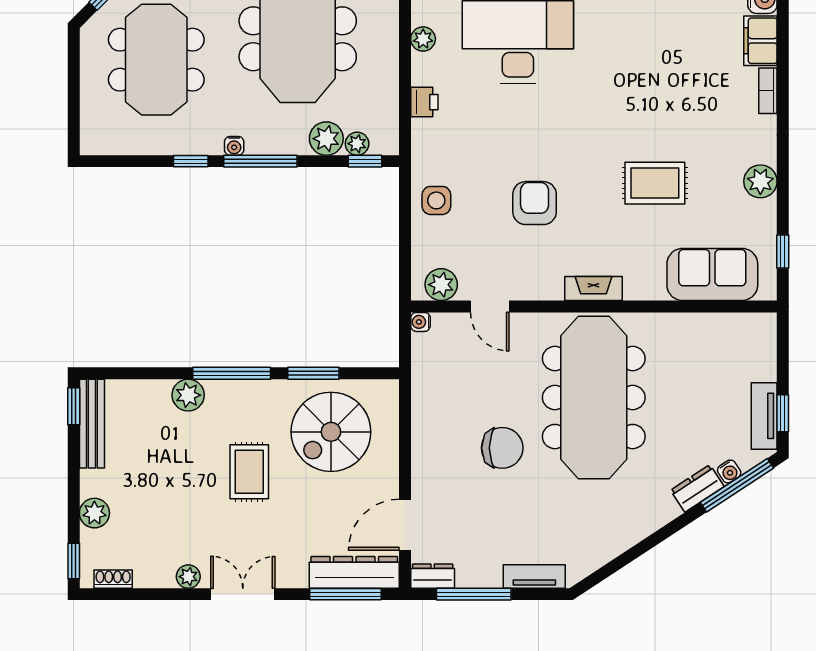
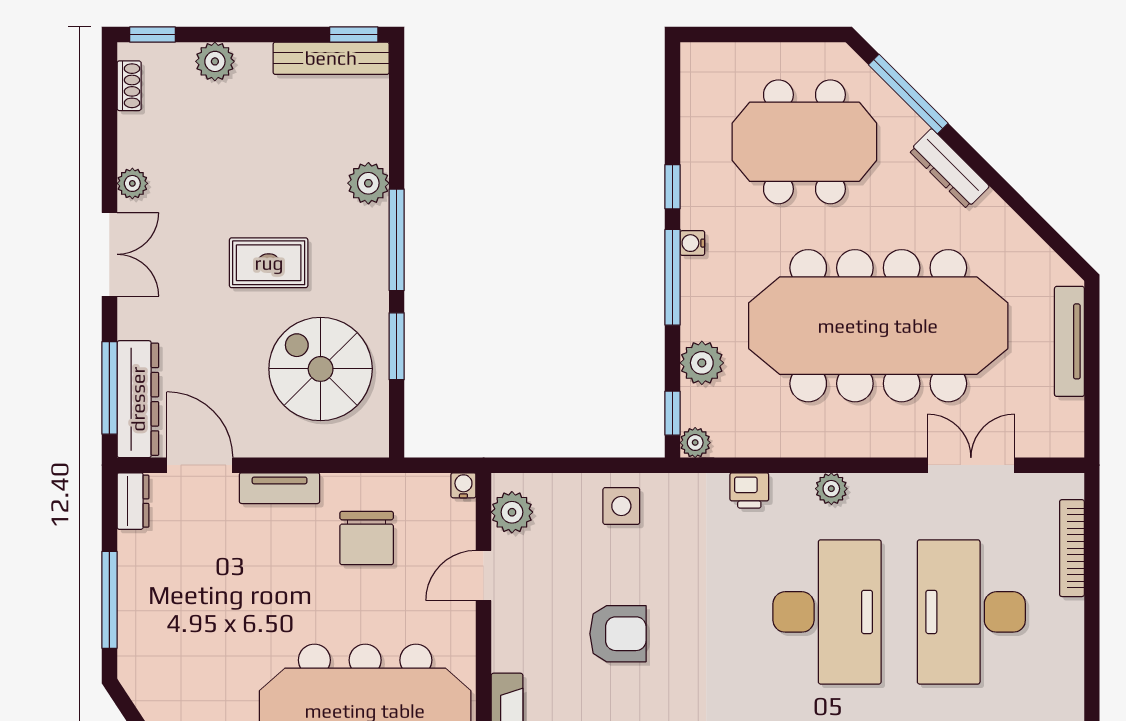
plant: (357, 144) -> (695, 443), moved
chair: (502, 448) -> (367, 538), moved
tv unit: (534, 577) -> (280, 488), moved, turned 90
window: (474, 594) -> (109, 600), moved

